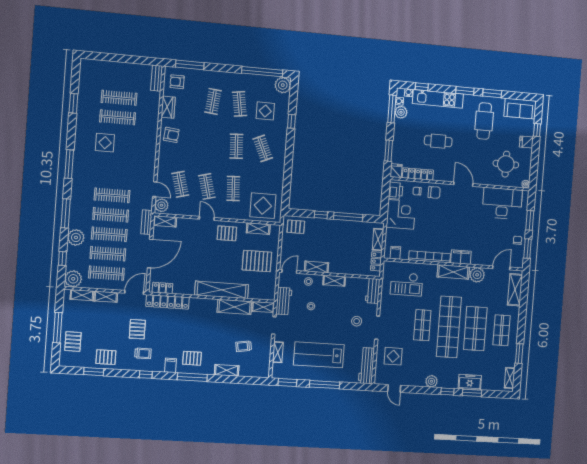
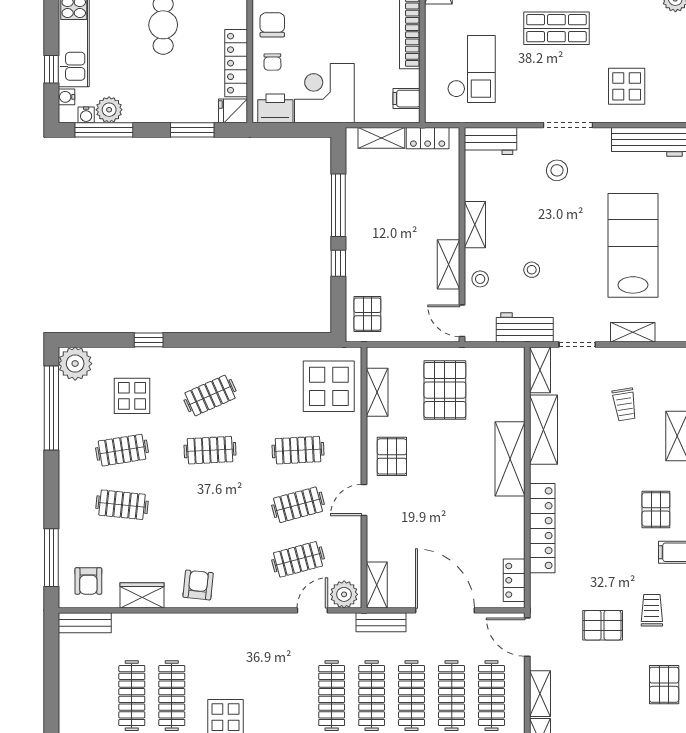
shelving: (222, 290) -> (510, 459), width x0.68
locker: (168, 302) -> (542, 528), moved
lab bench: (319, 355) -> (633, 245), turned 180

